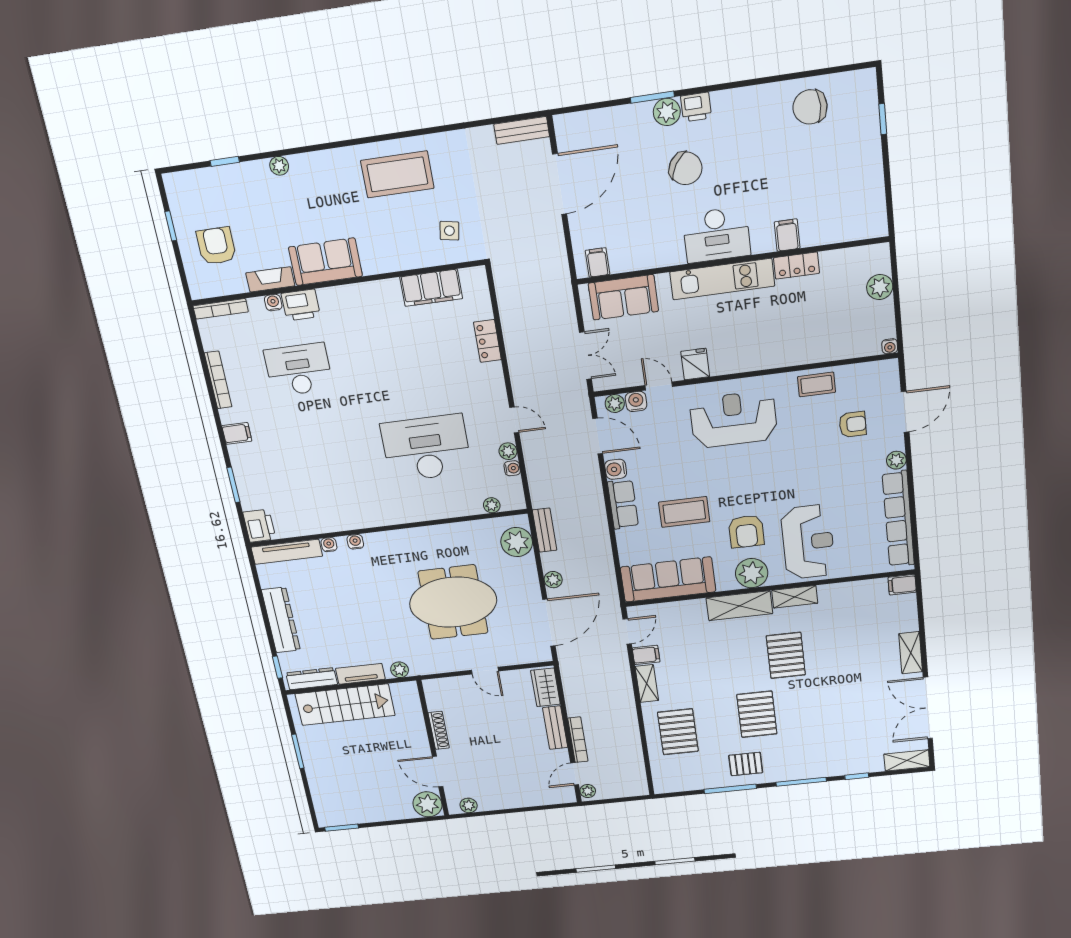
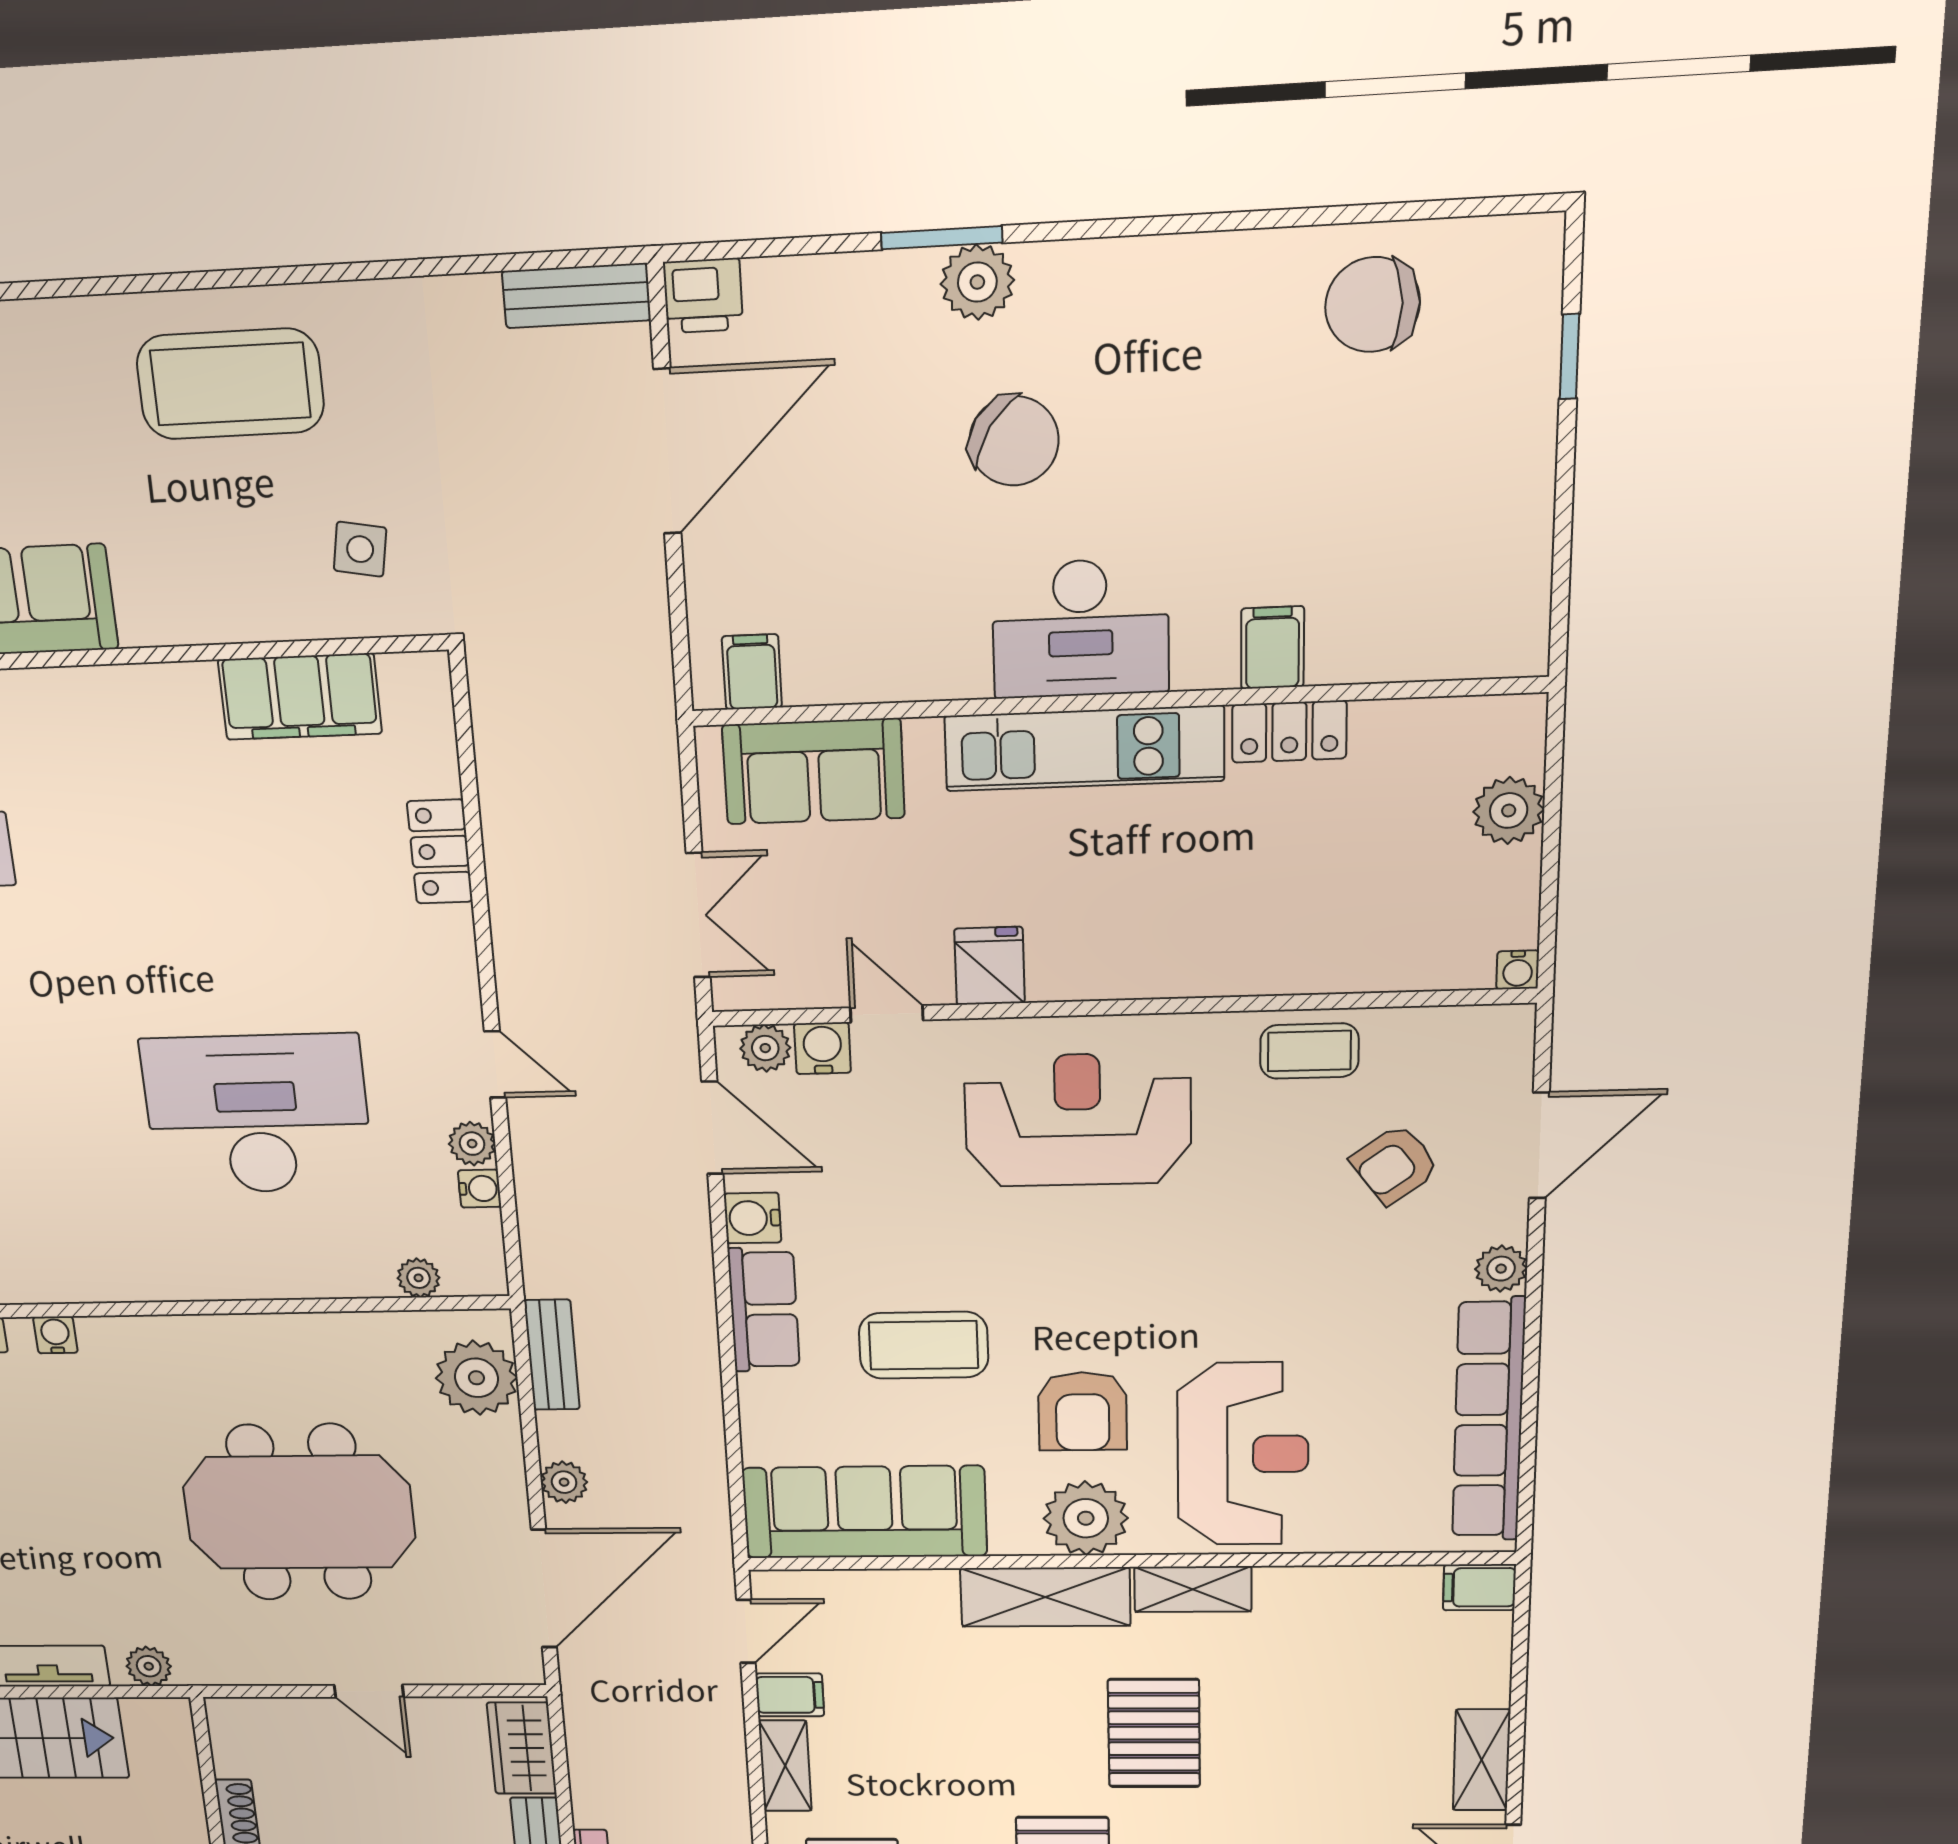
printer: (696, 107) -> (703, 296), moved
armchair: (853, 424) -> (1395, 1164), turned 144

